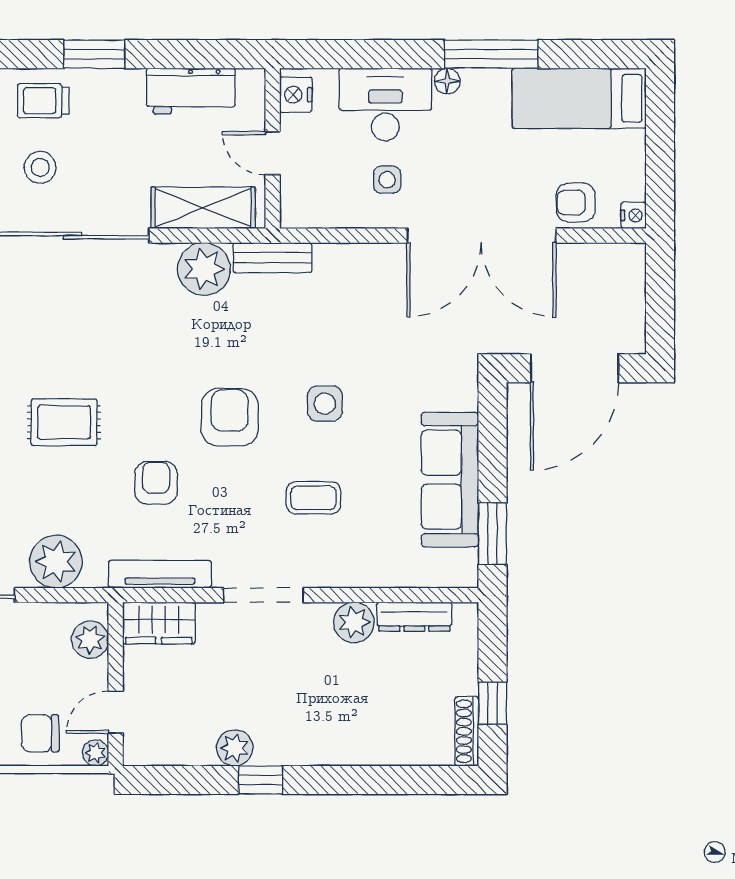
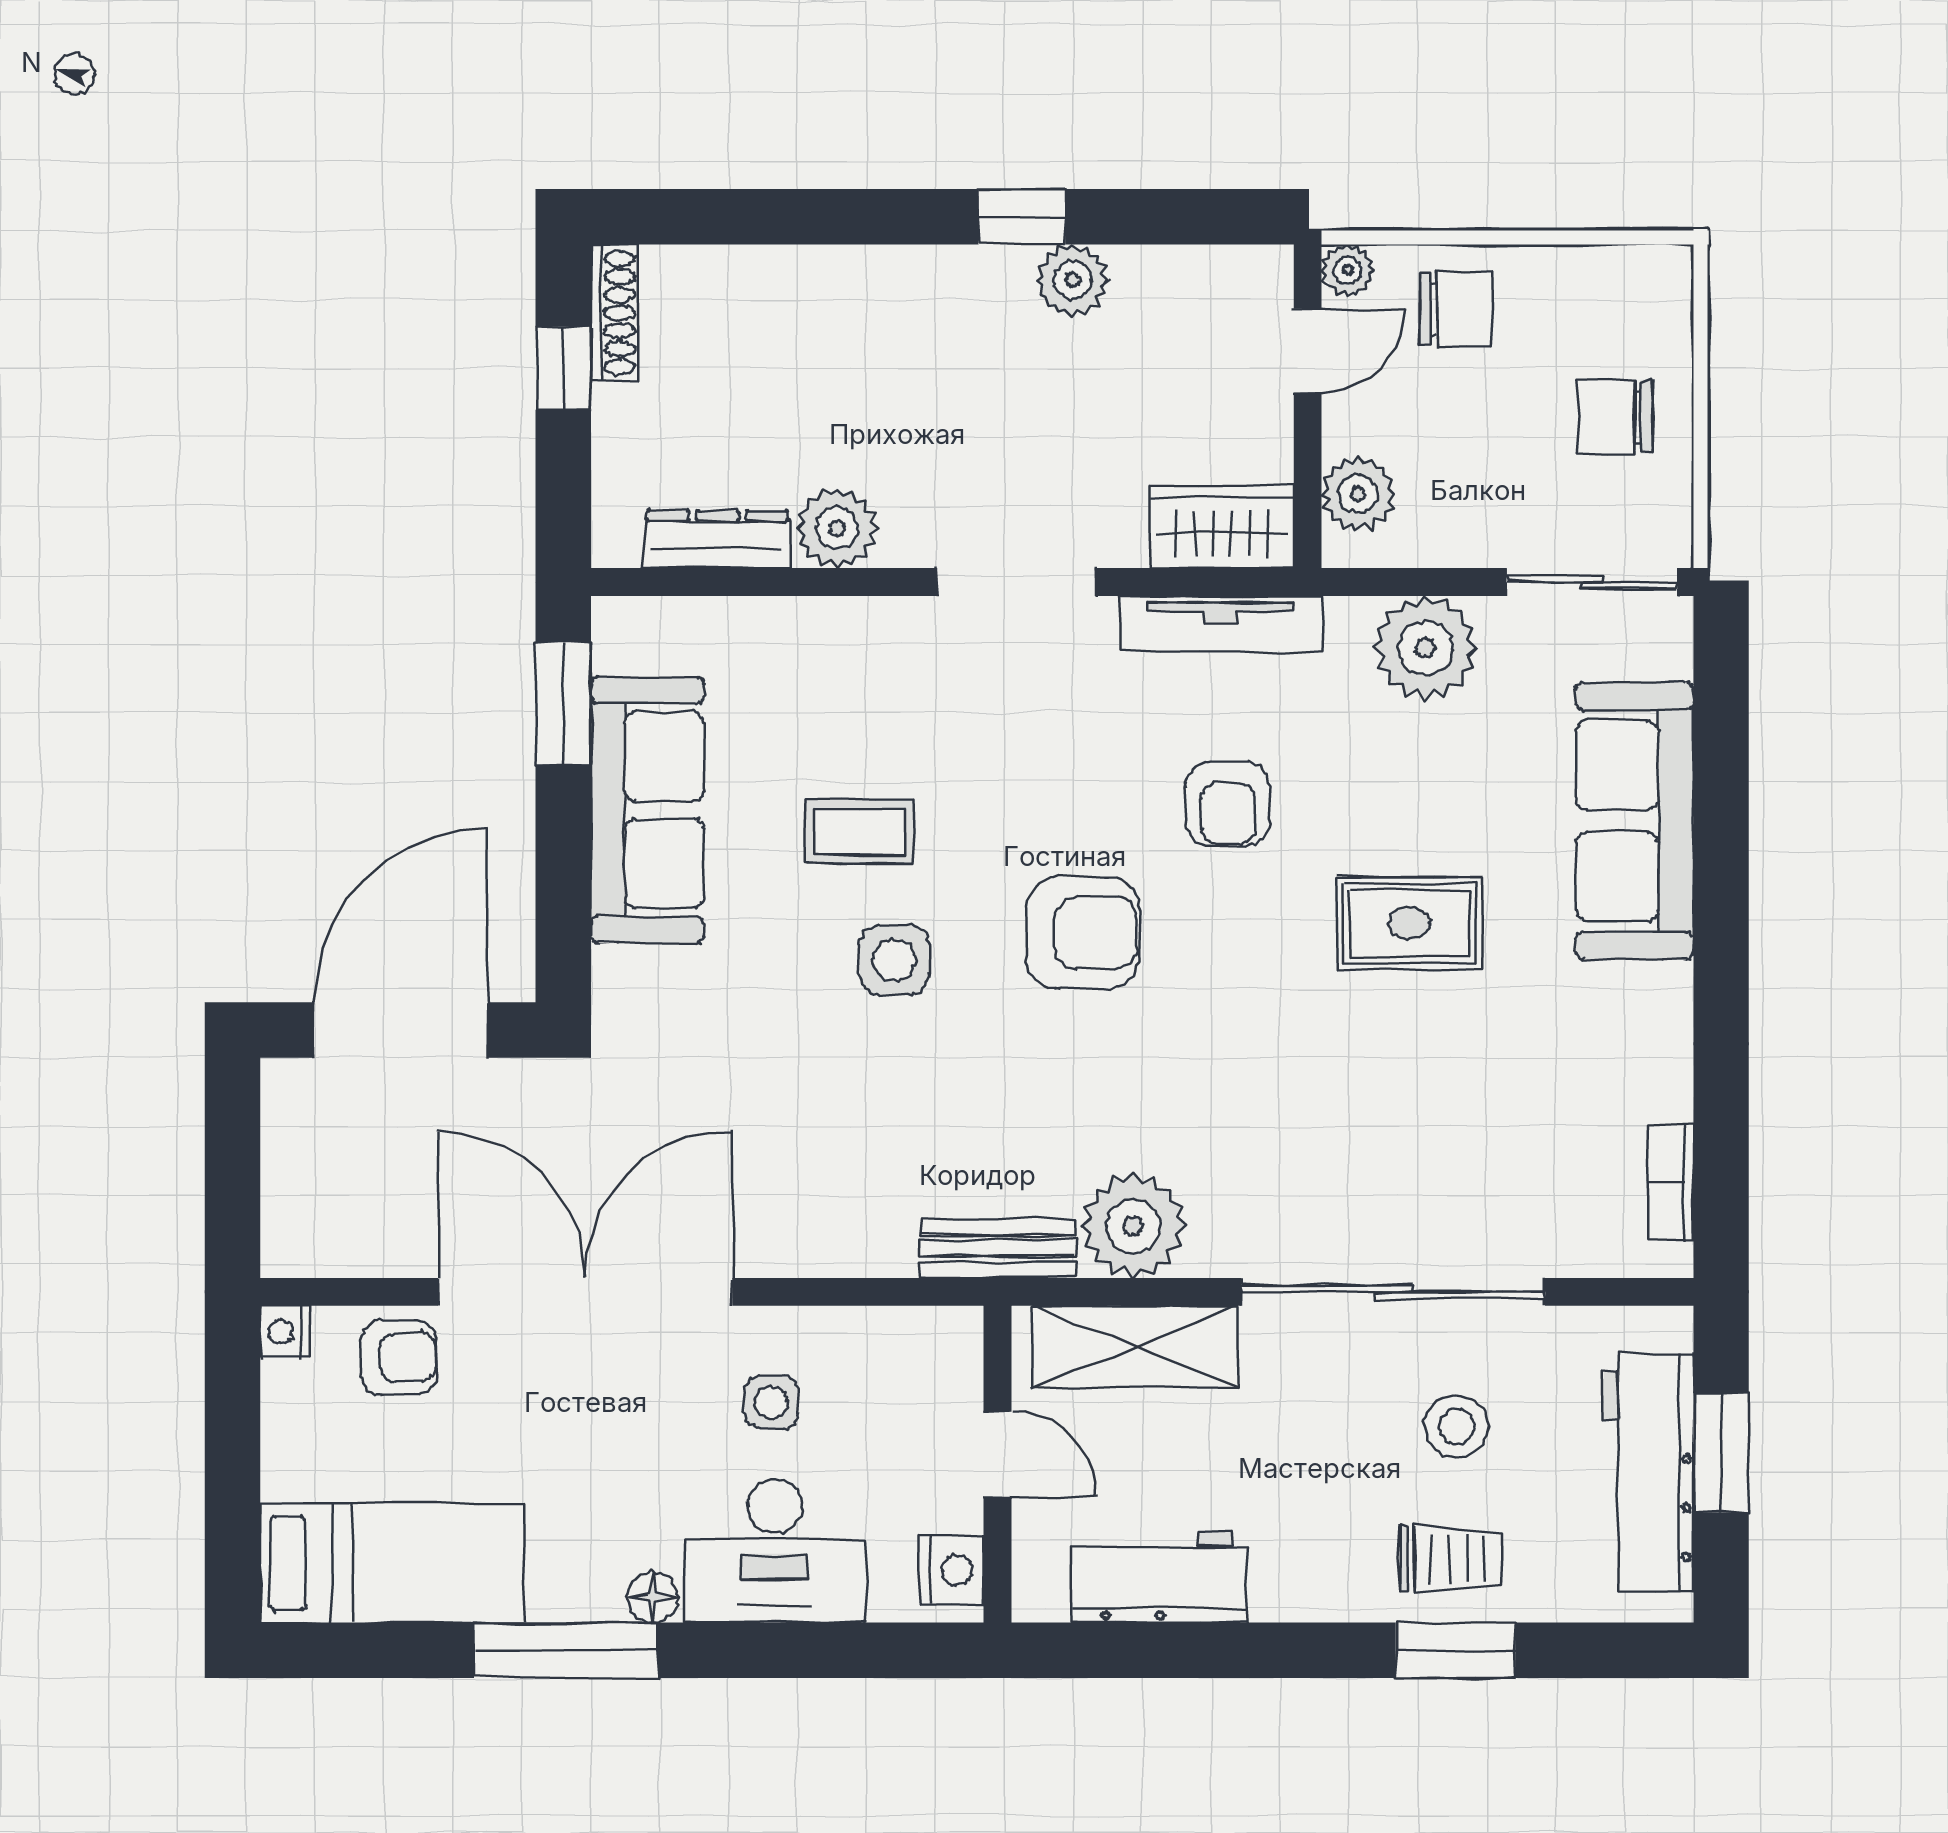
window: (94, 54) -> (1456, 1650), moved
armchair: (230, 417) -> (1082, 933), turned -90
coffee table: (313, 498) -> (859, 832), moved

